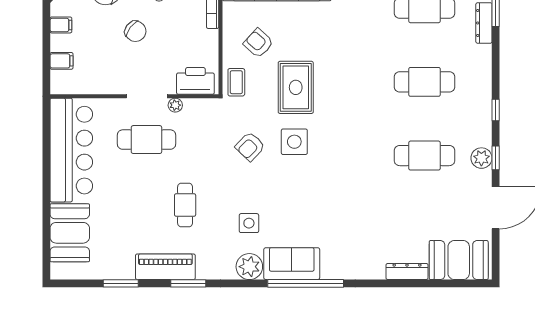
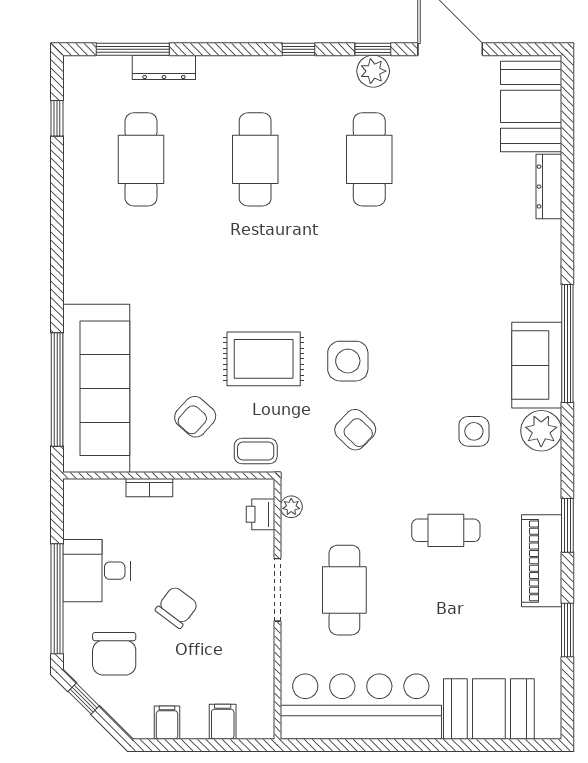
printer: (195, 81) -> (260, 514), width x0.53, depth x0.68
plant: (175, 105) -> (291, 507), moved

